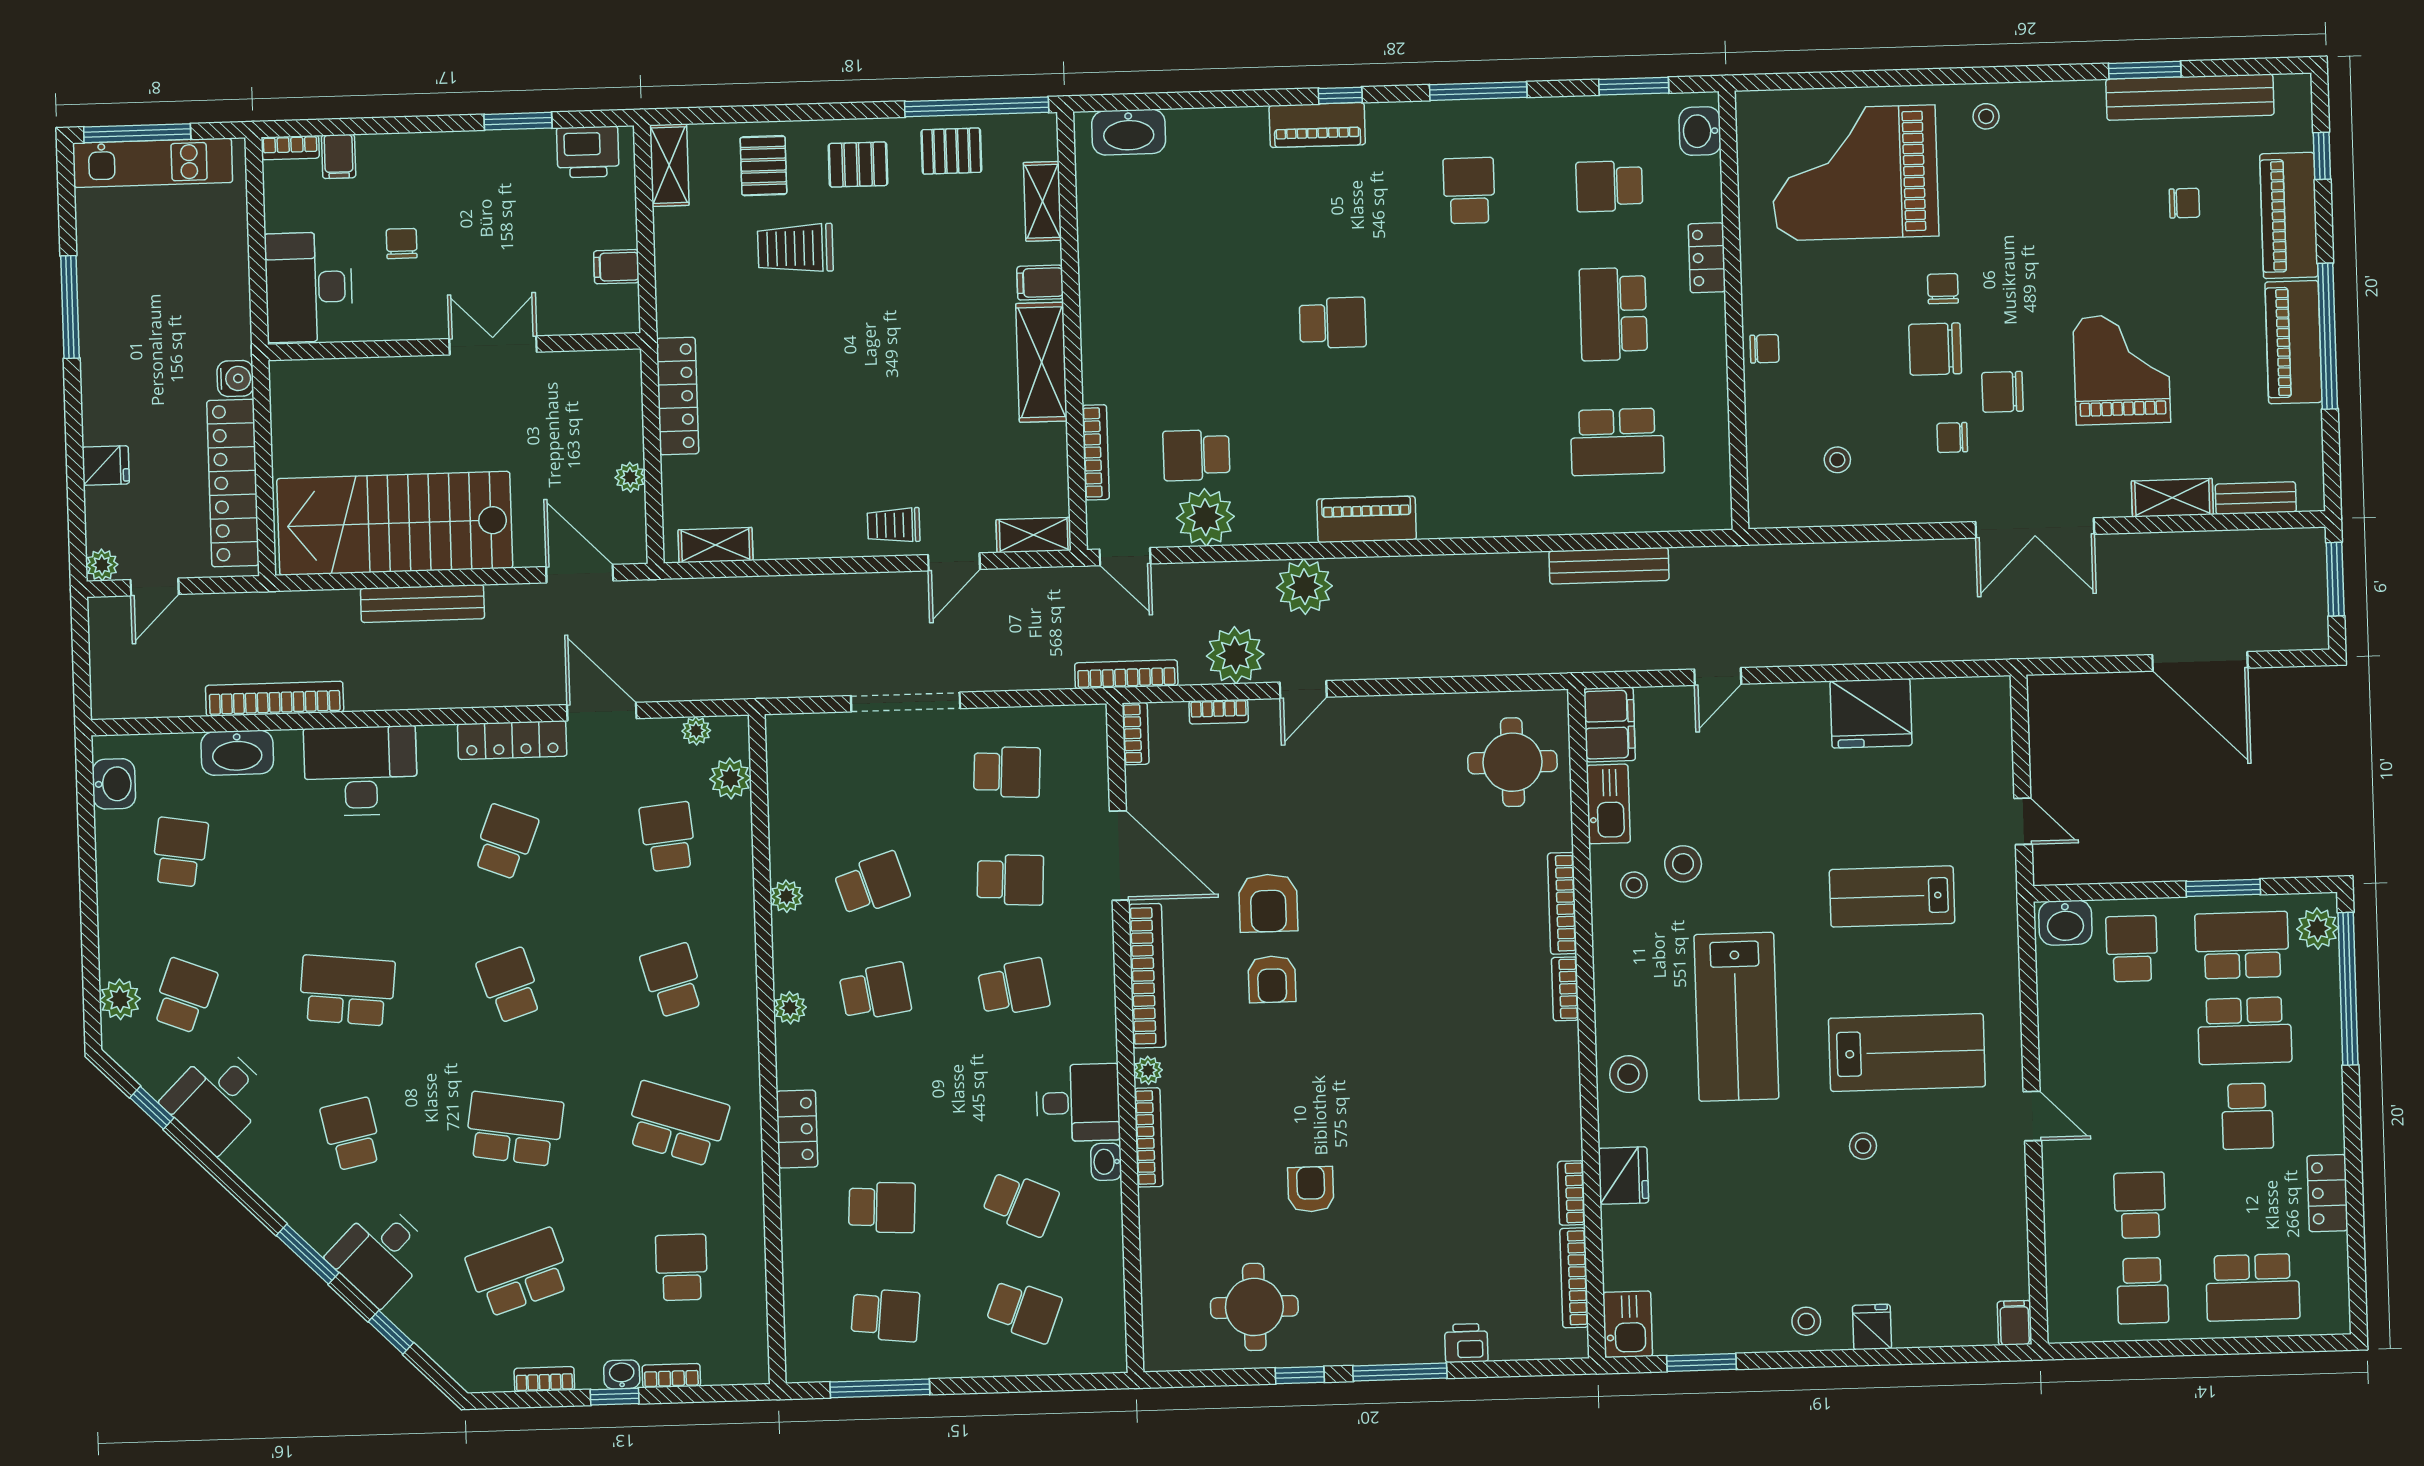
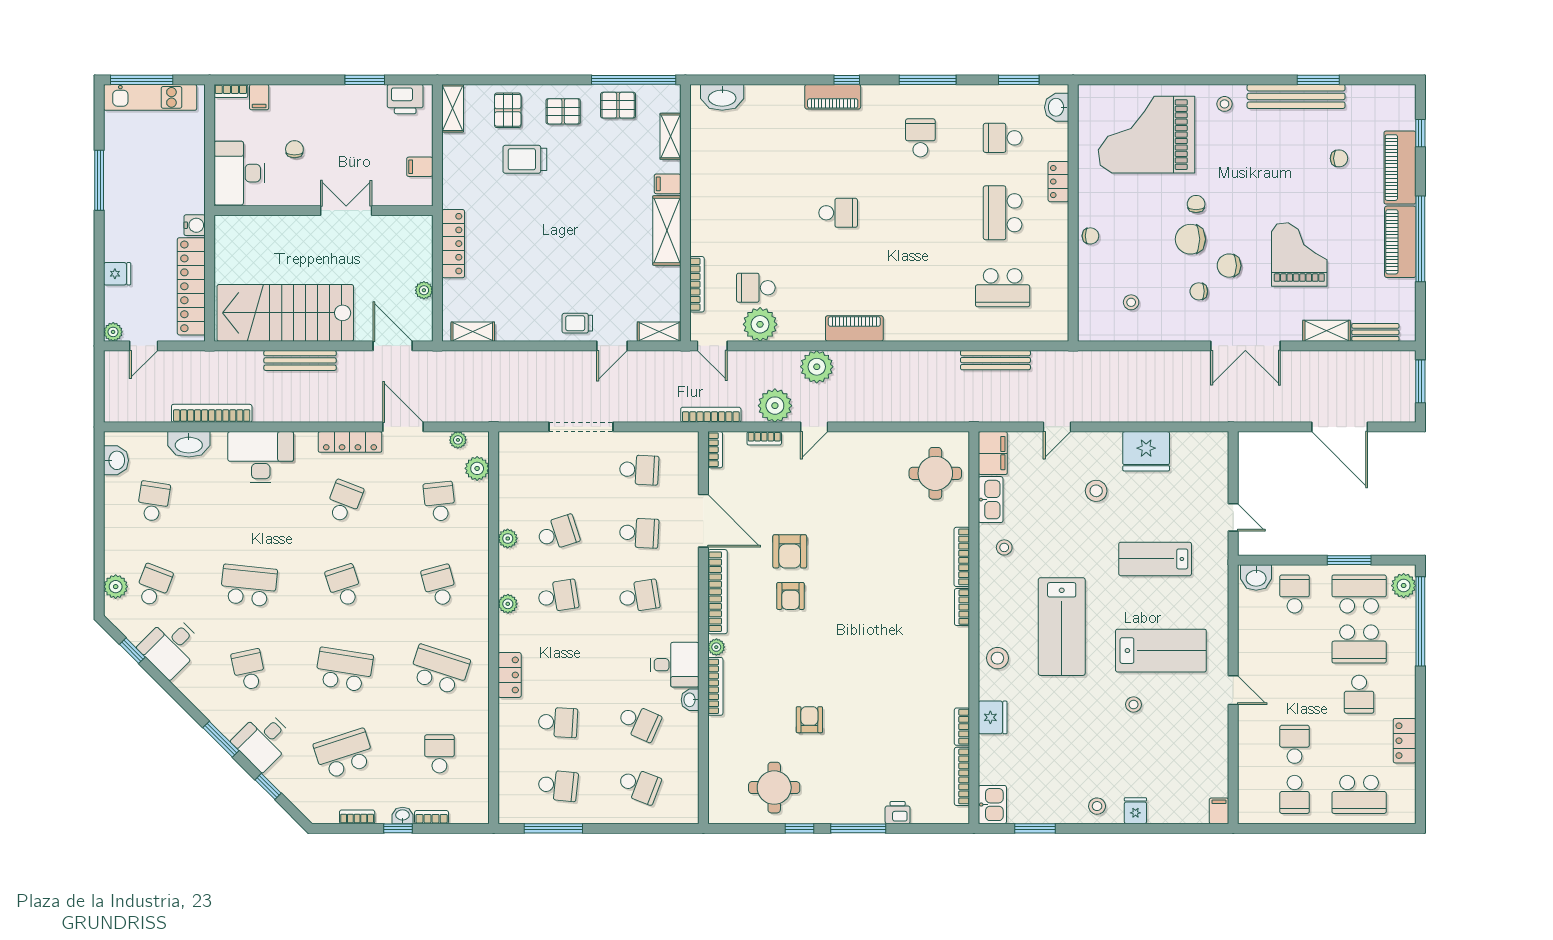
bench: (2190, 97) -> (1296, 96), moved
stool: (1683, 864) -> (1096, 491), moved

